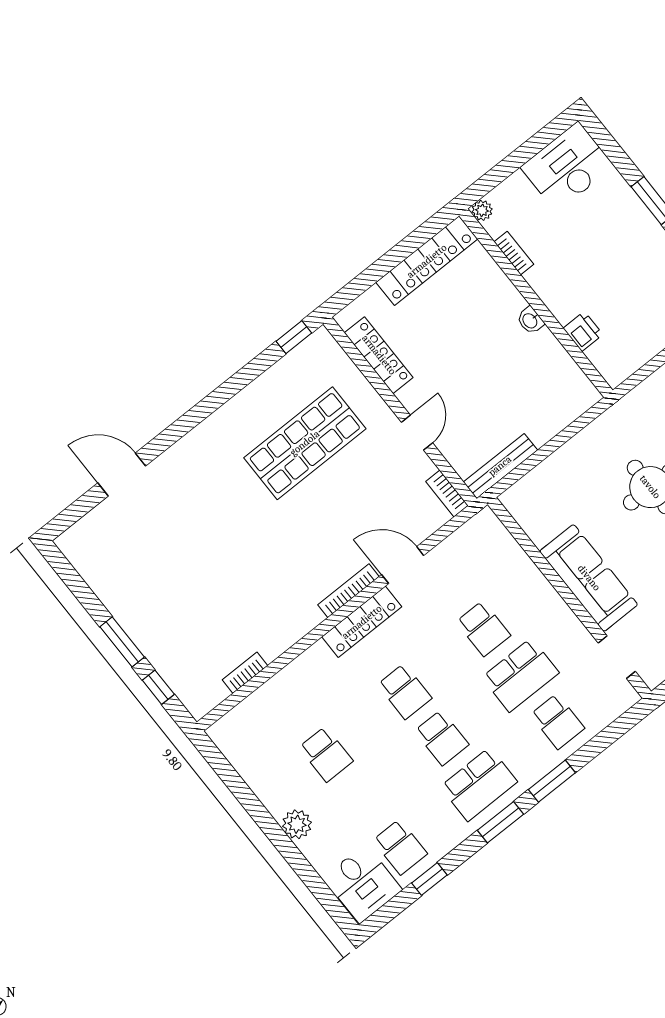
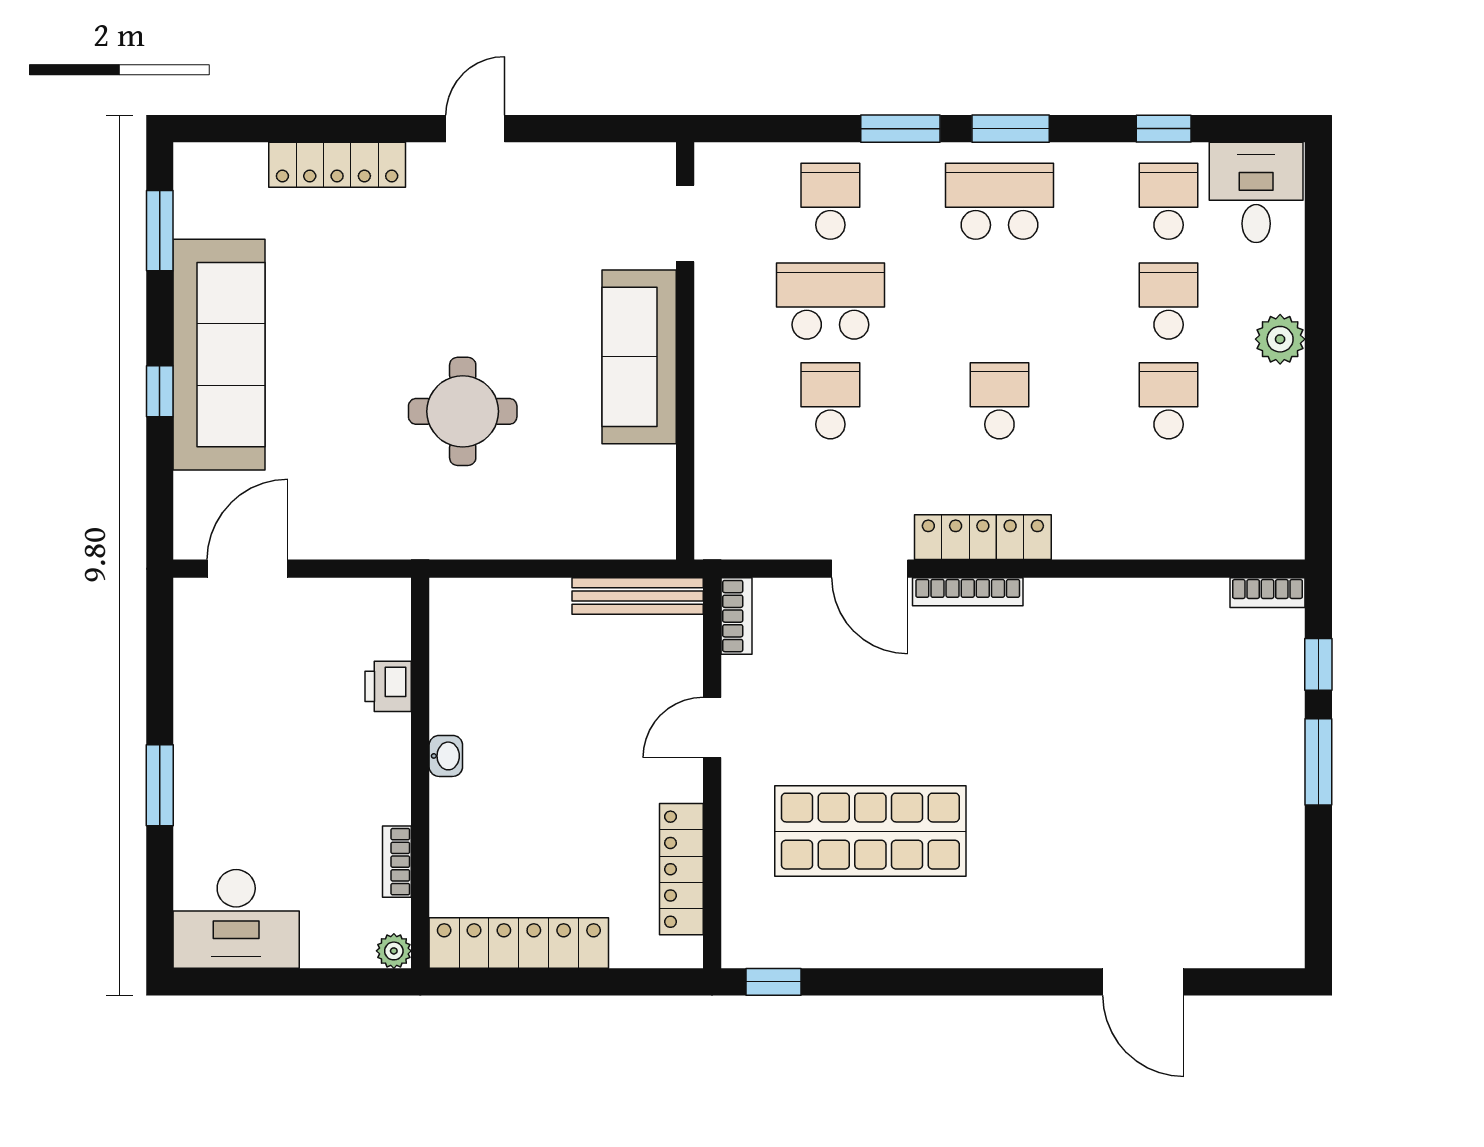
bookcase: (245, 673) -> (1267, 593), moved
school desk: (442, 738) -> (1169, 301), moved

